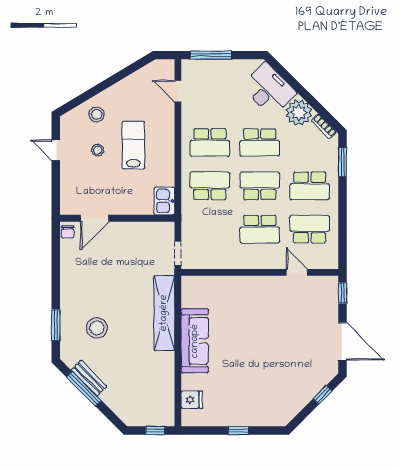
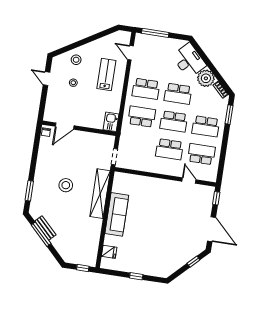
lab bench: (133, 145) -> (106, 75), moved
school desk: (260, 186) -> (174, 121), turned 180
stool: (97, 328) -> (66, 185), moved

